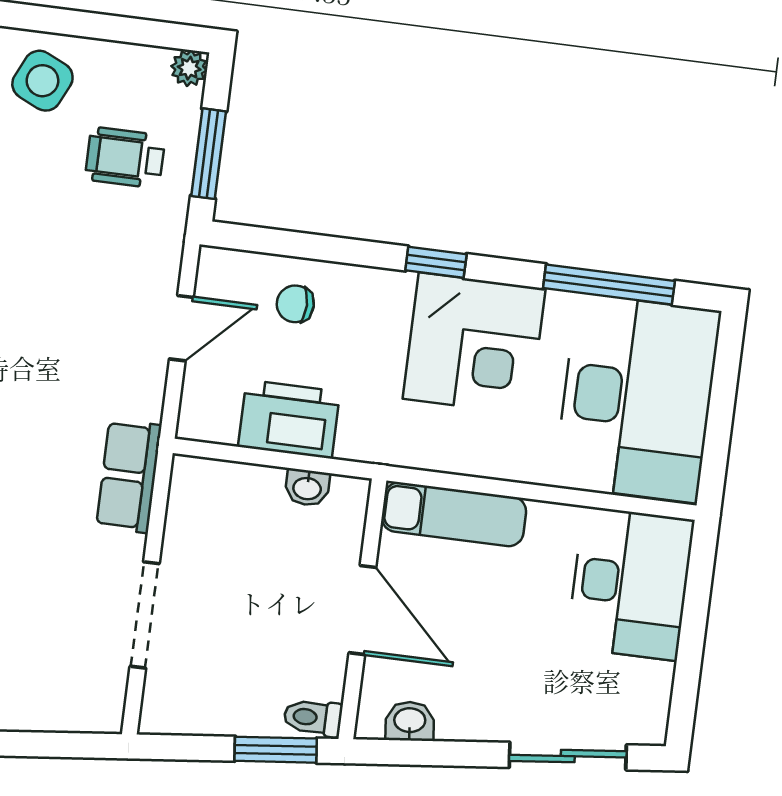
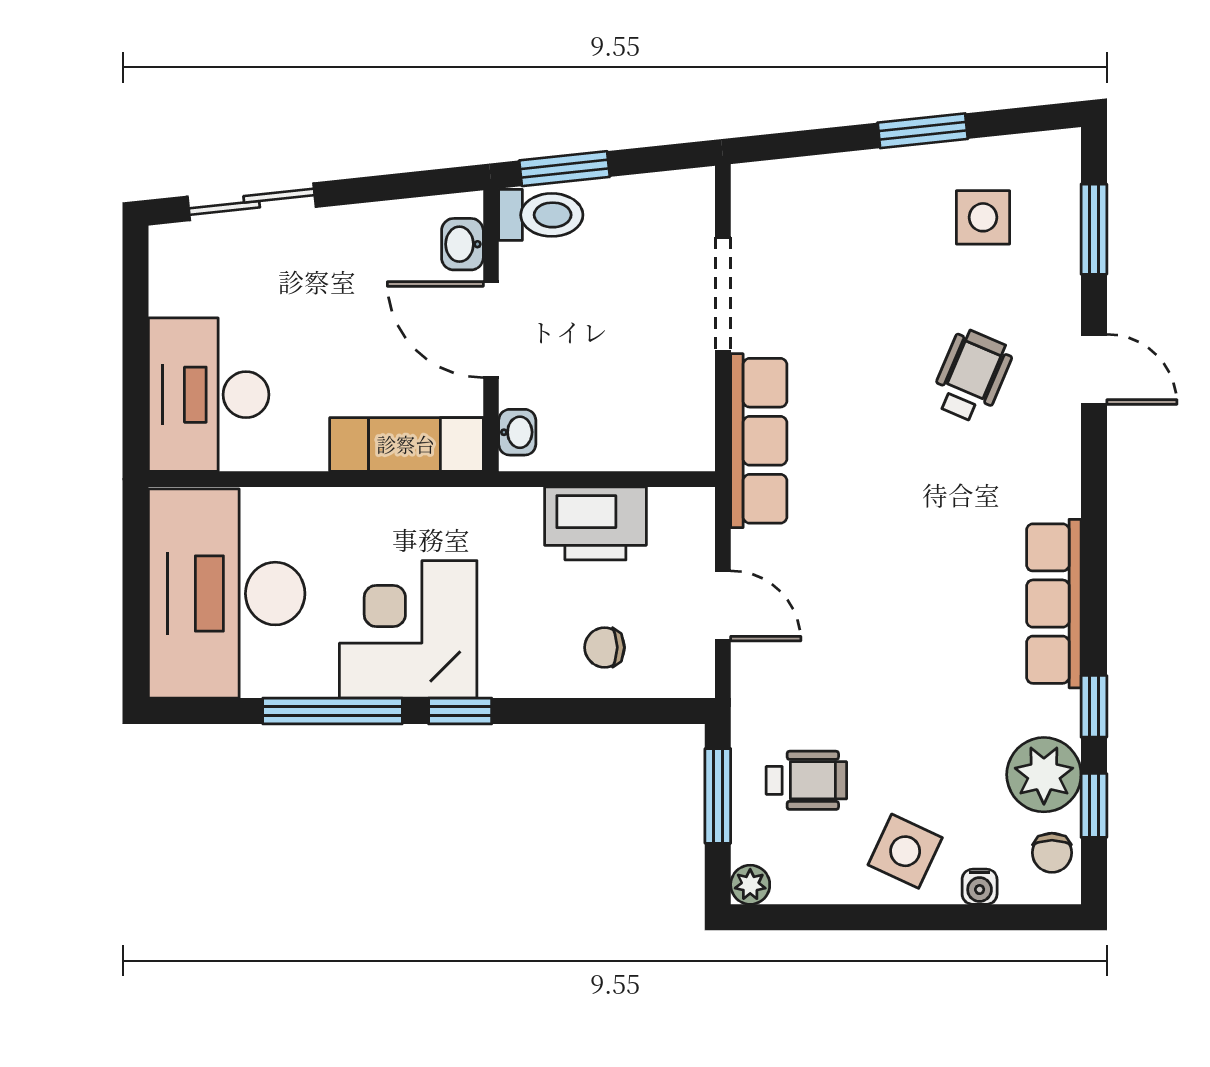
window: (609, 285) -> (333, 711), moved
chair: (295, 304) -> (605, 647), turned 180
door: (181, 328) -> (723, 606), swing flipped
row of seats: (129, 476) -> (759, 441), width x1.48
washbasin: (307, 488) -> (517, 432), moved, turned 90
toilet: (313, 718) -> (541, 215), width x1.37, depth x1.39
washbasin: (410, 721) -> (462, 244), moved, turned 96

